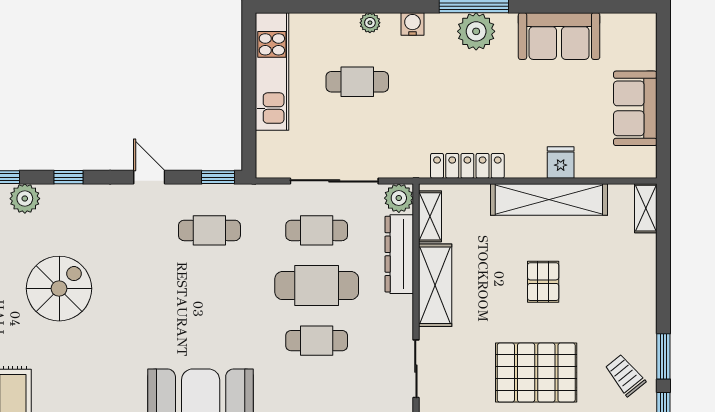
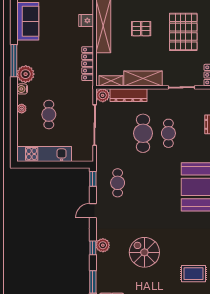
plant: (476, 31) -> (26, 74), moved
plant: (25, 199) -> (103, 245), moved
cafe table: (317, 230) -> (118, 133), removed

